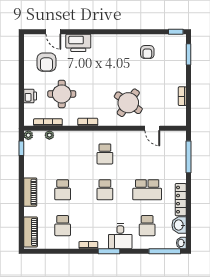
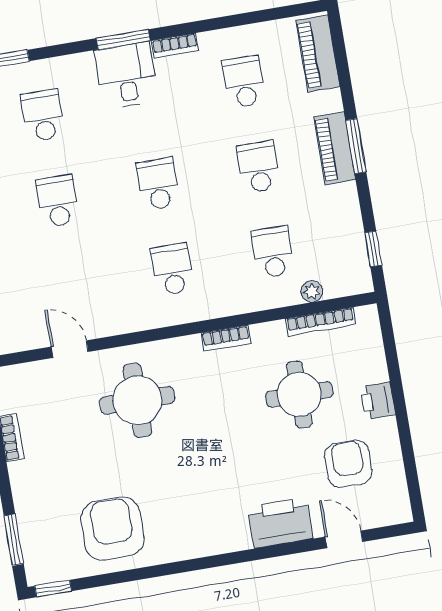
armchair: (147, 52) -> (112, 529), width x1.88, depth x1.88
printer: (30, 96) -> (378, 401), moved
round table: (128, 103) -> (137, 400), turned -35
plant: (28, 135) -> (362, 283), removed
school desk: (63, 154) -> (273, 252), added
school desk: (147, 190) -> (57, 201), width x0.54
window: (21, 192) -> (356, 146), added
desk: (120, 236) -> (126, 75), moved

